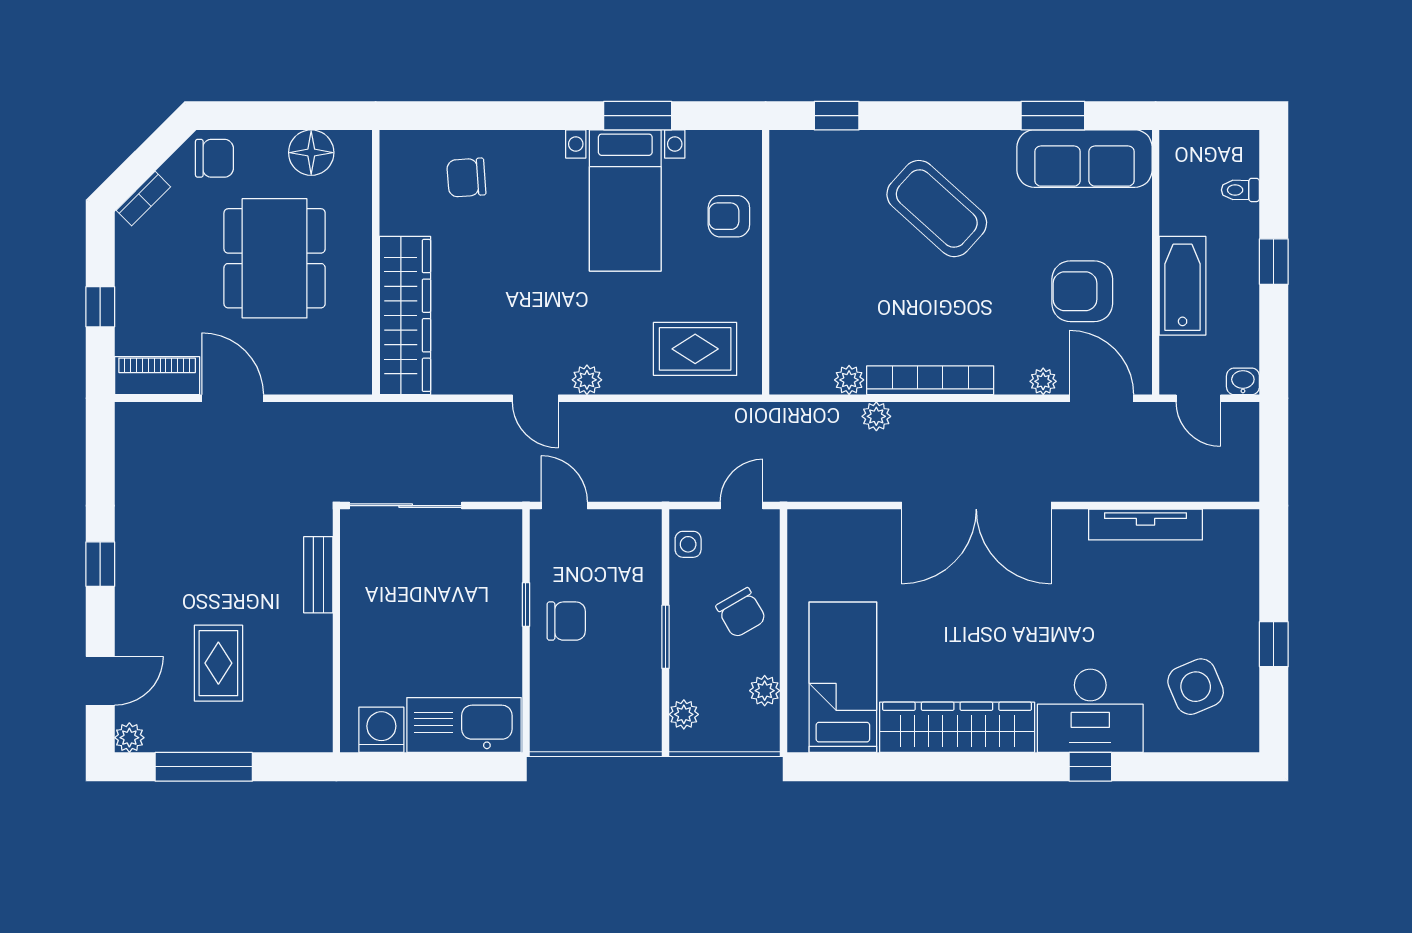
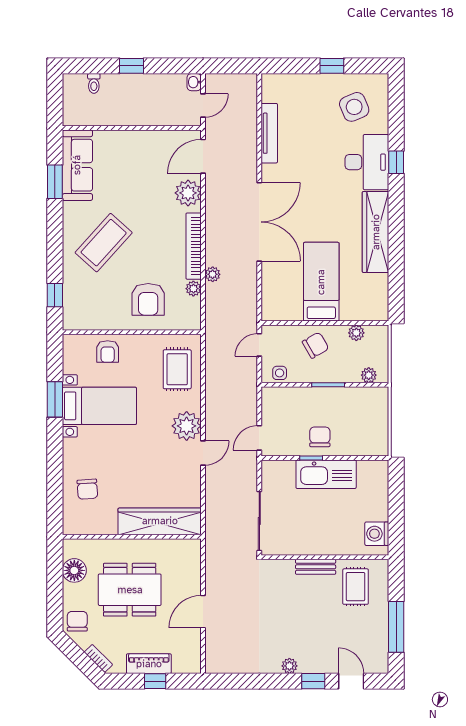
bathtub: (1183, 286) -> (144, 114), removed
armchair: (1082, 291) -> (148, 299), moved
piano: (157, 376) -> (149, 664), moved, turned 90
plant: (587, 380) -> (187, 426), width x1.87, depth x1.87
plant: (1043, 381) -> (188, 193), width x1.87, depth x1.87
door: (741, 506) -> (259, 345), hinge flipped
window: (100, 564) -> (313, 681), moved
bench: (318, 575) -> (316, 567), moved
rug: (218, 663) -> (356, 587), moved, turned 90
bed: (843, 677) -> (321, 282), moved, turned 90
kitchen sink: (464, 725) -> (326, 474), moved, turned -90
plant: (129, 738) -> (289, 666), moved

